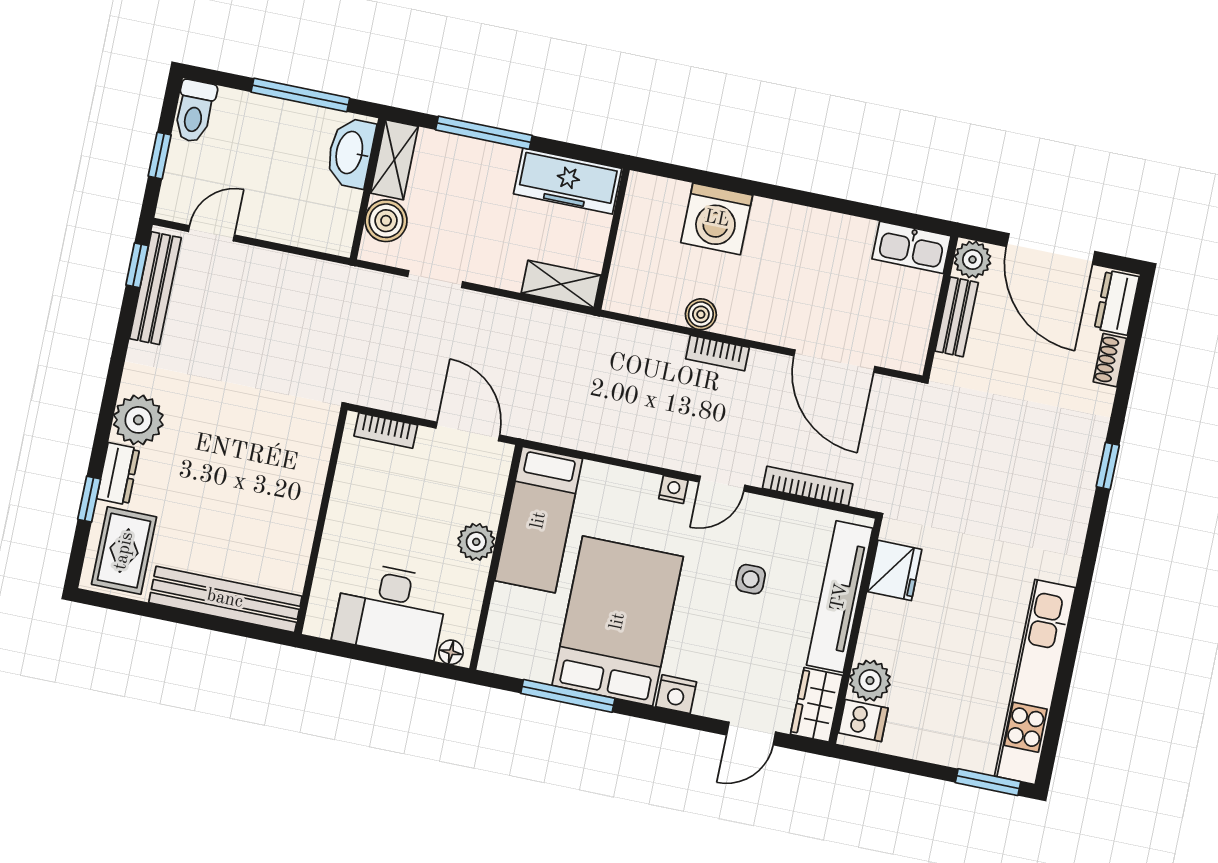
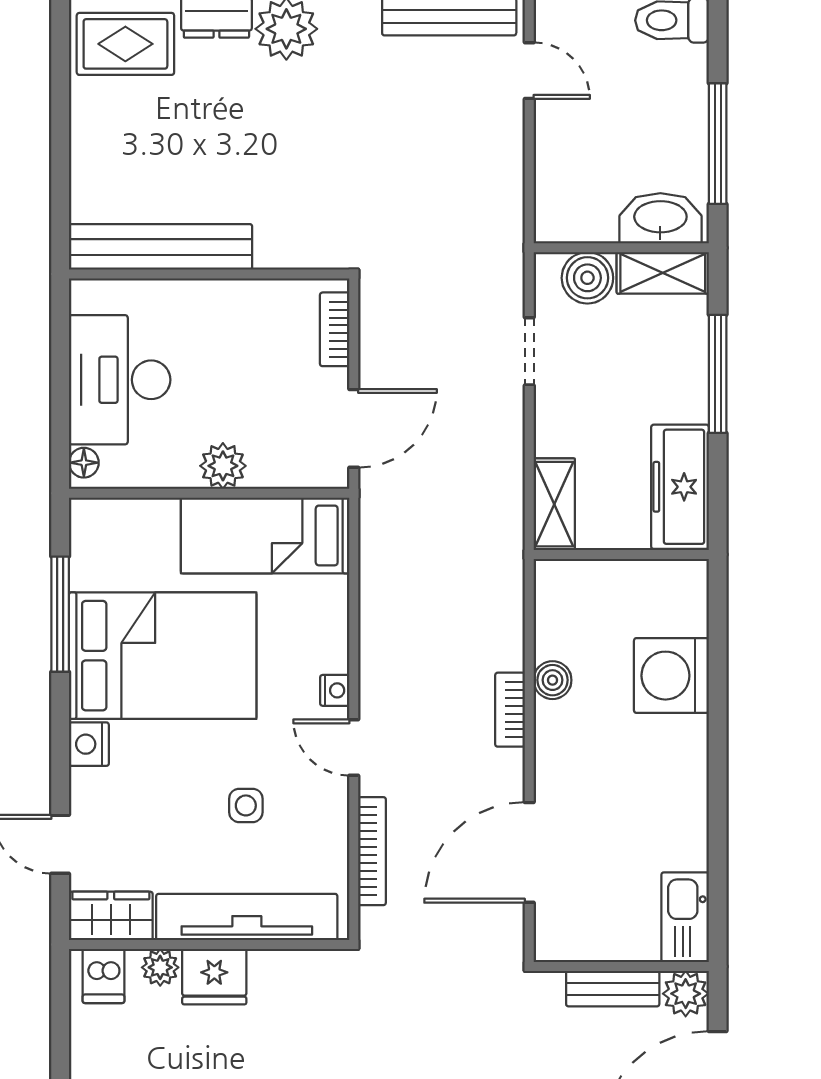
fridge: (895, 570) -> (214, 977), moved
bench: (225, 599) -> (161, 247), moved, turned 90
plant: (870, 681) -> (160, 967), width x0.73, depth x0.73

